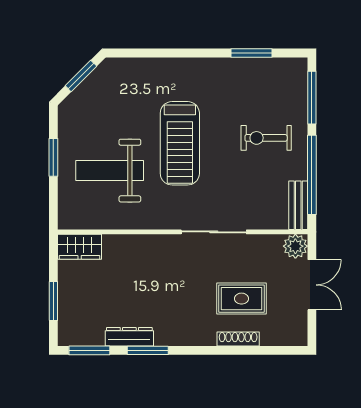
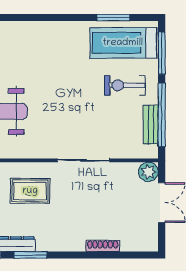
treadmill: (180, 143) -> (123, 43), moved, turned 90
bench: (298, 205) -> (151, 125), moved
rug: (242, 299) -> (30, 191), moved

